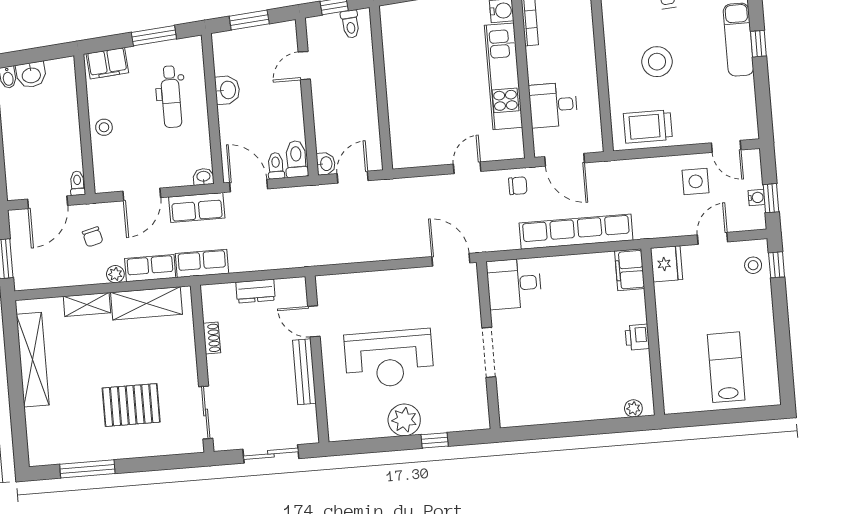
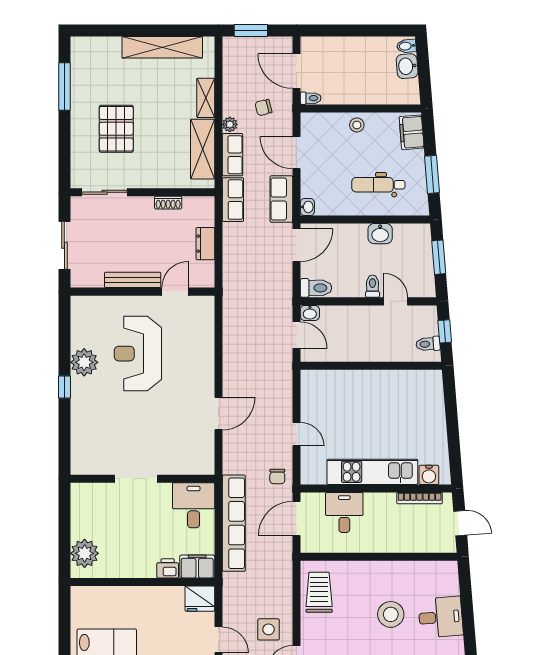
stool: (657, 62) -> (391, 614), moved
toilet: (276, 166) -> (373, 286), moved, turned -90
desk: (514, 284) -> (194, 505), moved
printer: (637, 337) -> (168, 568), moved
wall: (488, 345) -> (142, 479), moved
doorway: (489, 352) -> (136, 479), moved
plant: (633, 408) -> (85, 553), width x1.87, depth x1.87

